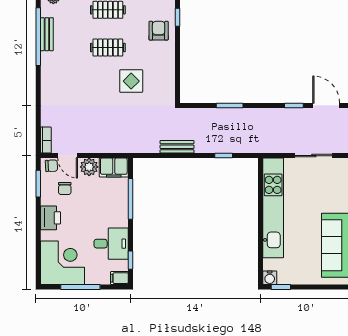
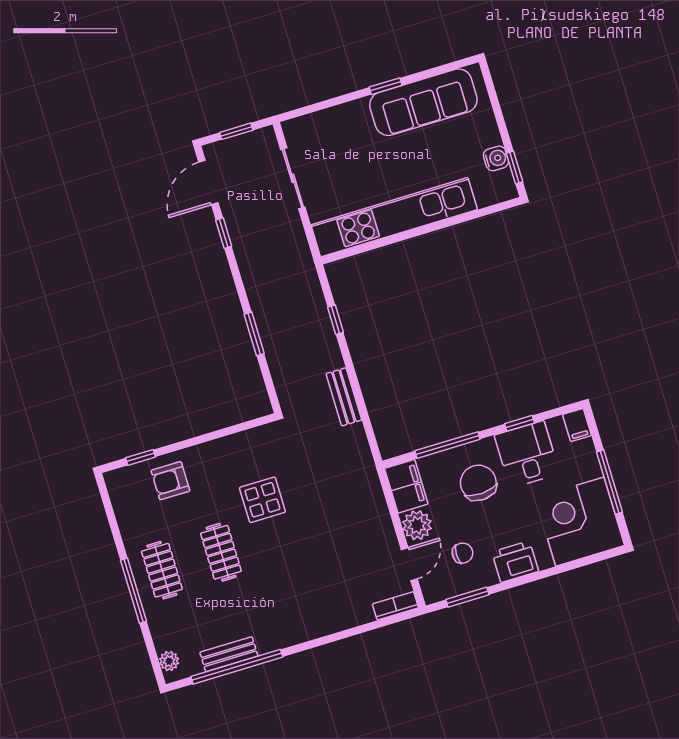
chair: (52, 166) -> (478, 483), moved, width x1.87, depth x1.87
window: (131, 260) -> (520, 423), moved
water cooler: (270, 278) -> (496, 158), moved

